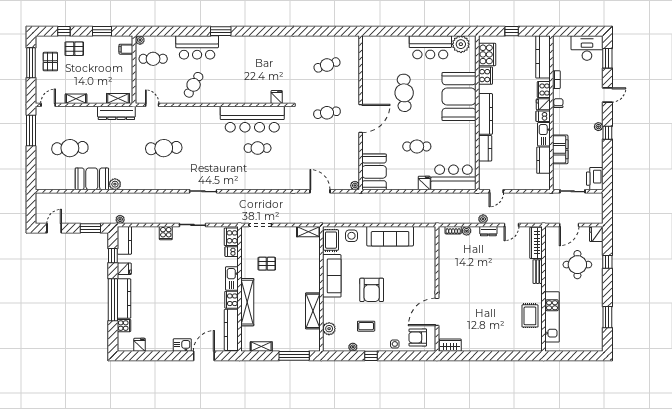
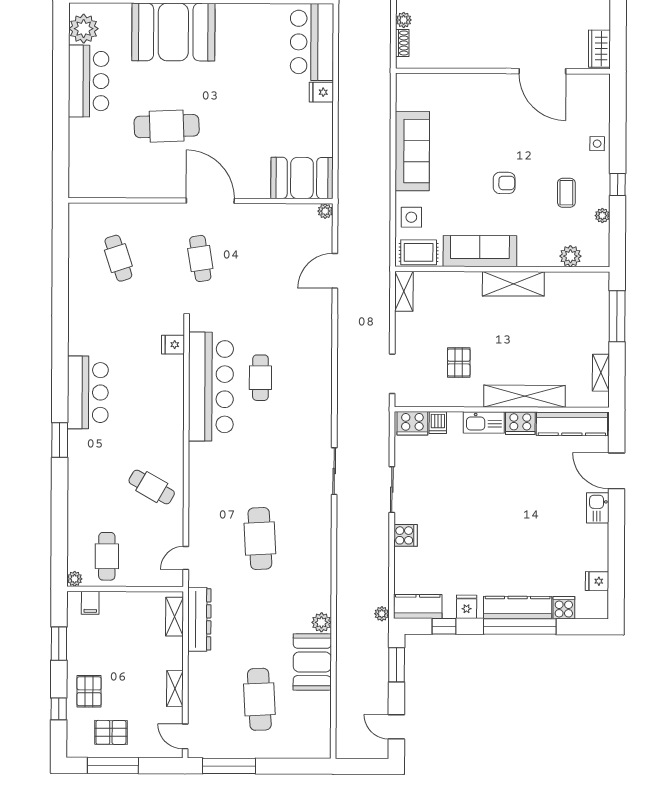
bar counter: (197, 47) -> (88, 392), moved
cafe table: (417, 146) -> (259, 105), removed
armchair: (372, 290) -> (504, 183), width x0.53, depth x0.53
shelving: (313, 311) -> (513, 284), moved
armchair: (418, 337) -> (586, 104), removed

